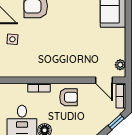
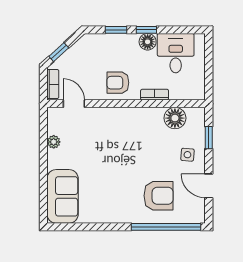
plant: (120, 65) -> (54, 142), moved
floor lamp: (23, 69) -> (175, 118), added

